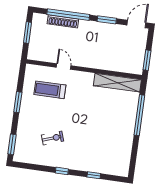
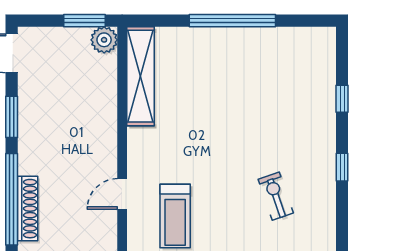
plant: (137, 68) -> (104, 40), added
window: (139, 115) -> (232, 21), moved

